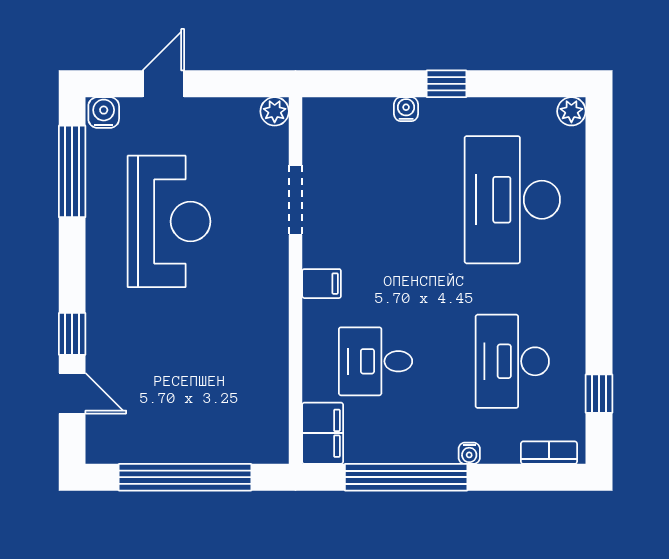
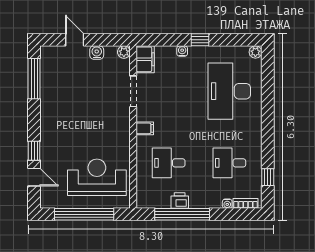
door: (163, 84) -> (75, 40), hinge flipped
water cooler: (104, 112) -> (97, 53), moved
reception desk: (169, 221) -> (97, 177), moved, turned -90
desk: (512, 361) -> (229, 163), width x0.73
filing cabinet: (323, 433) -> (145, 59), moved
printer: (400, 446) -> (180, 201), added
water cooler: (469, 453) -> (227, 204), moved

